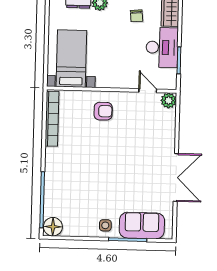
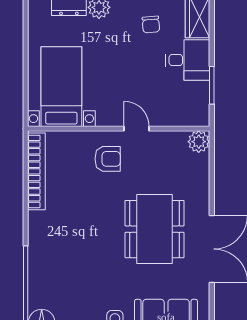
desk: (162, 47) -> (188, 60), width x0.73
door: (148, 91) -> (137, 129), moved
dining table: (135, 162) -> (154, 229), added

